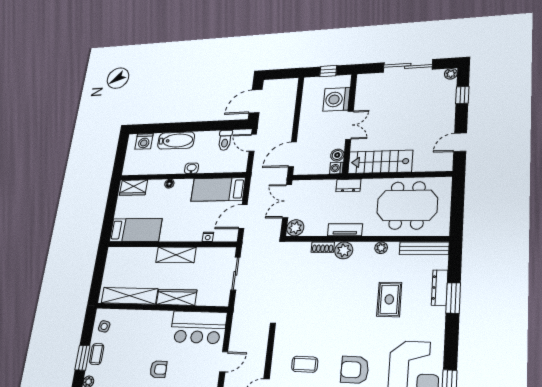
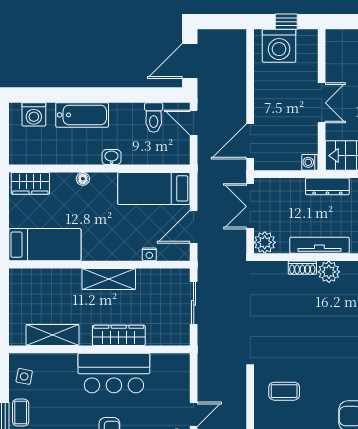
washing machine: (336, 99) -> (279, 46), moved, turned -90
boiler: (337, 155) -> (309, 144), removed
dresser: (348, 185) -> (327, 186), width x1.44
tv unit: (345, 230) -> (319, 245), width x1.41
shelving: (129, 296) -> (52, 335), width x0.68
bar counter: (198, 327) -> (114, 373), moved
coffee table: (305, 364) -> (284, 391), moved

